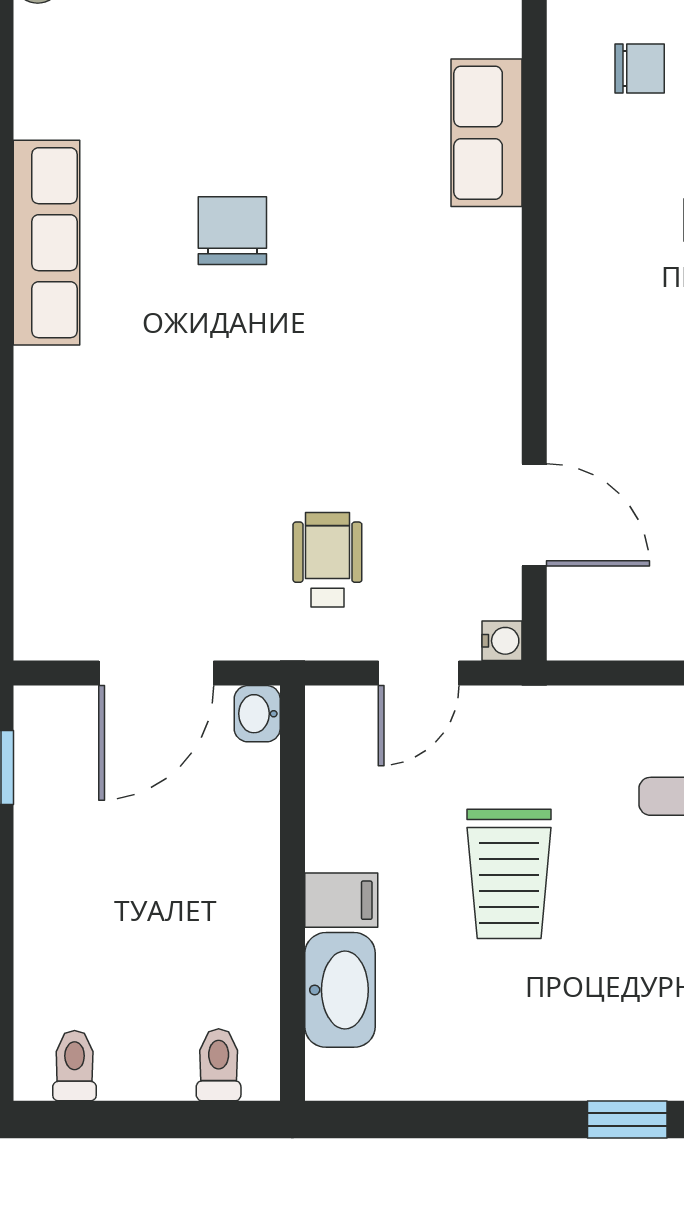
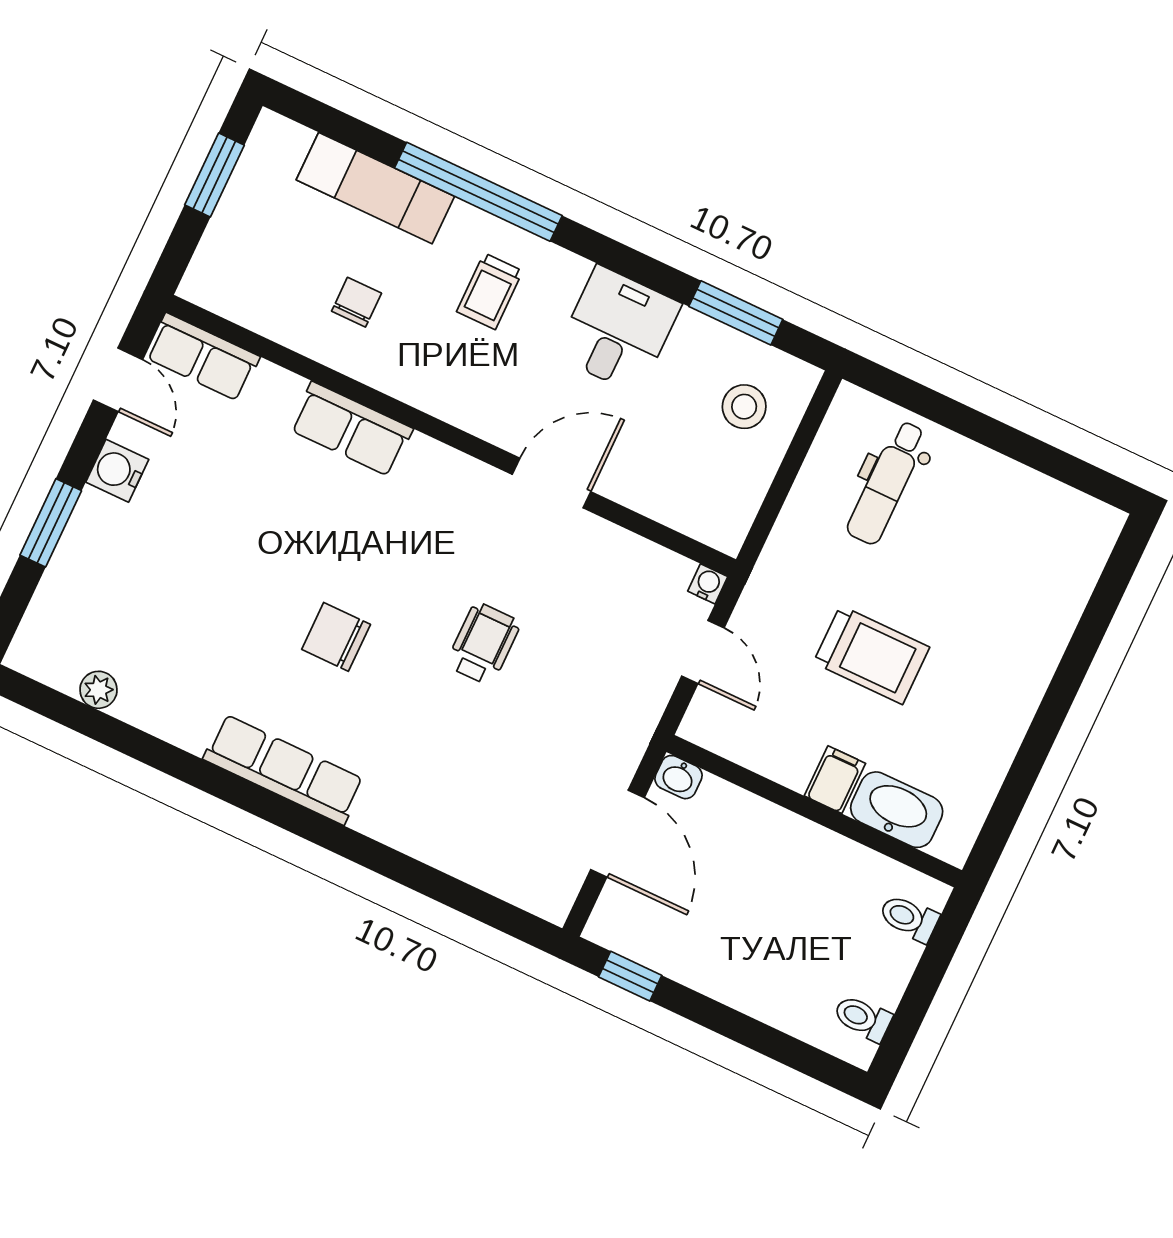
door: (534, 515) -> (551, 483), moved
wheelchair: (327, 560) -> (483, 644), moved, turned 90
window: (627, 1120) -> (1080, 653), removed

